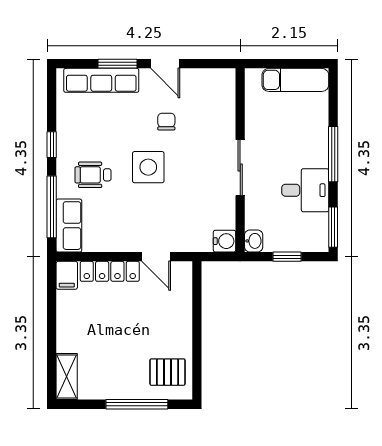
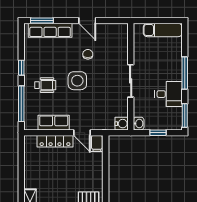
window: (118, 64) -> (42, 21), moved
wheelchair: (93, 175) -> (45, 85), turned 180
row of seats: (69, 226) -> (54, 123), moved, turned -90
filing cabinet: (67, 275) -> (97, 143), moved

